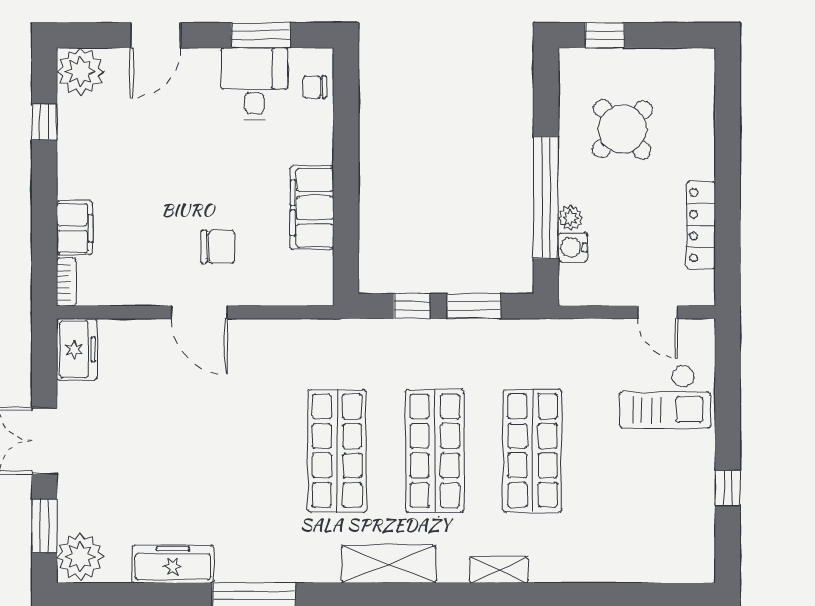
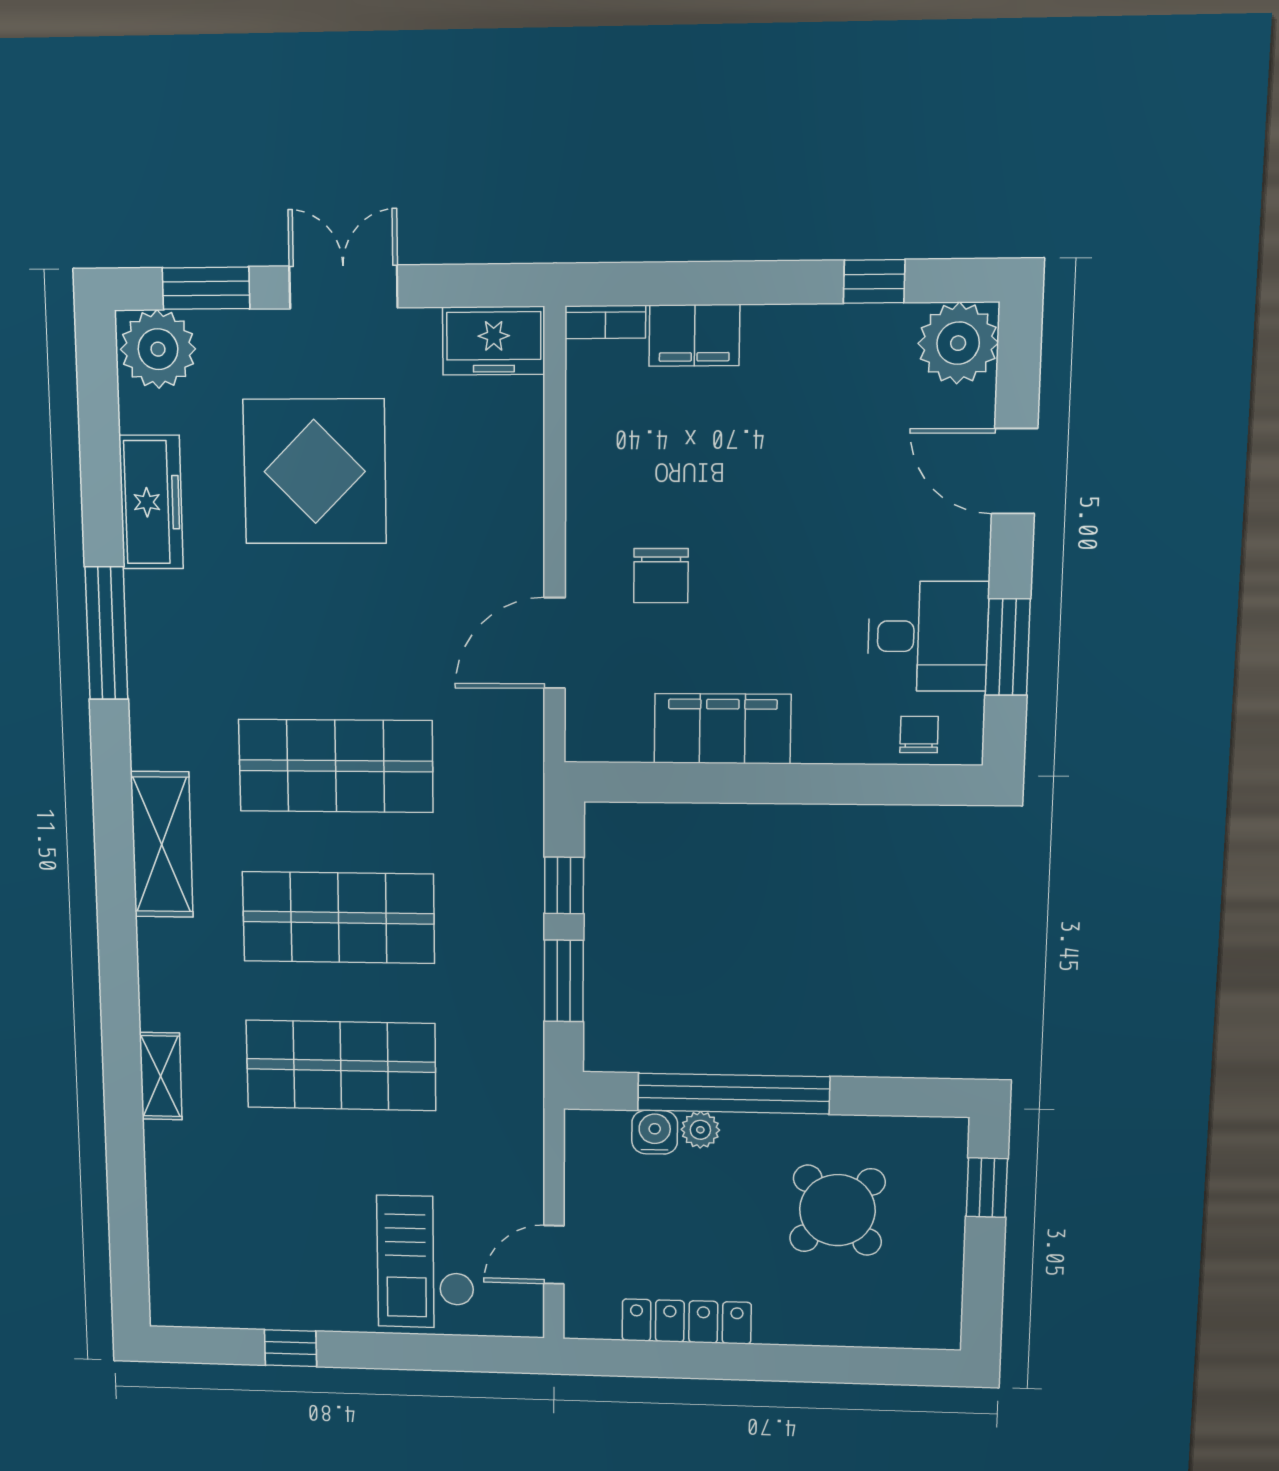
door: (199, 312) -> (555, 643), moved
display table: (154, 461) -> (315, 471), added
shelving: (499, 570) -> (161, 1076), moved

